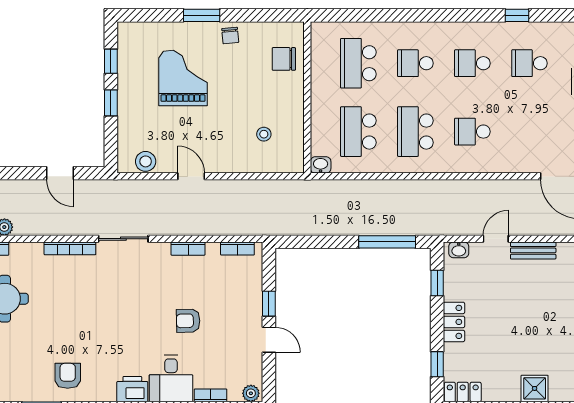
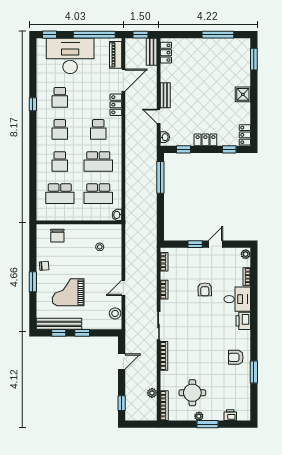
bench: (127, 62) -> (59, 324), added
locker: (516, 163) -> (116, 105), added

